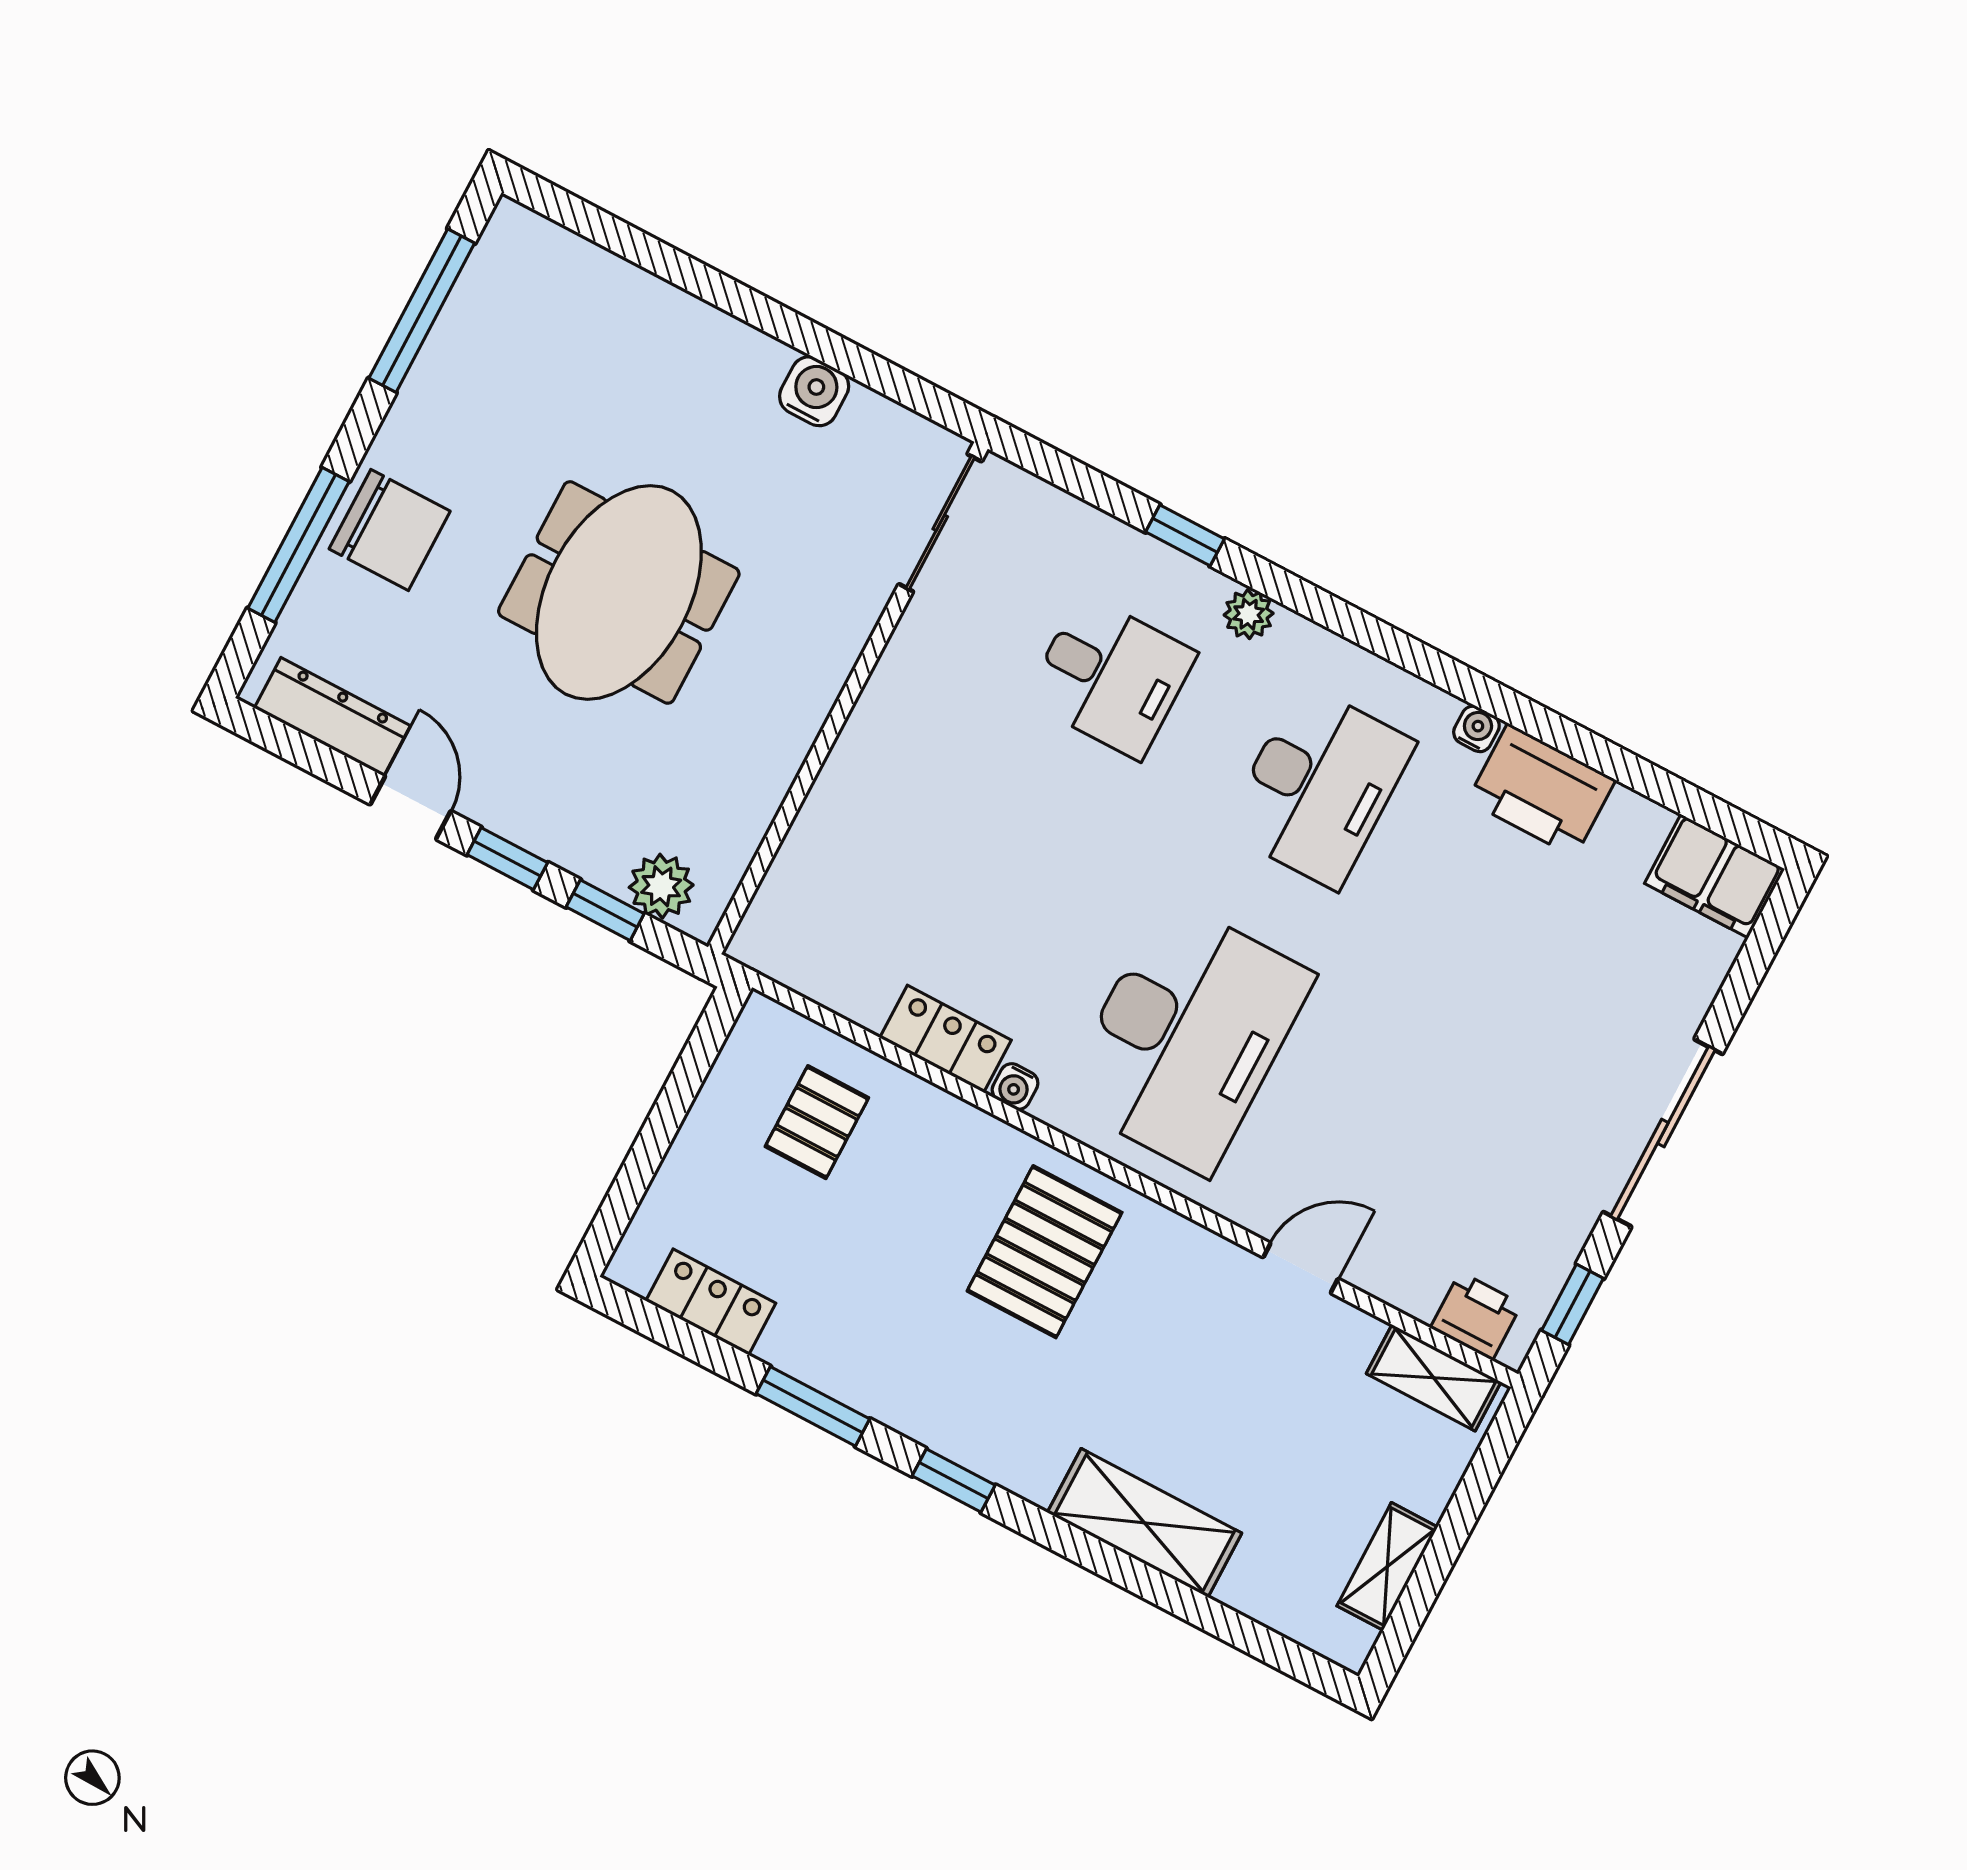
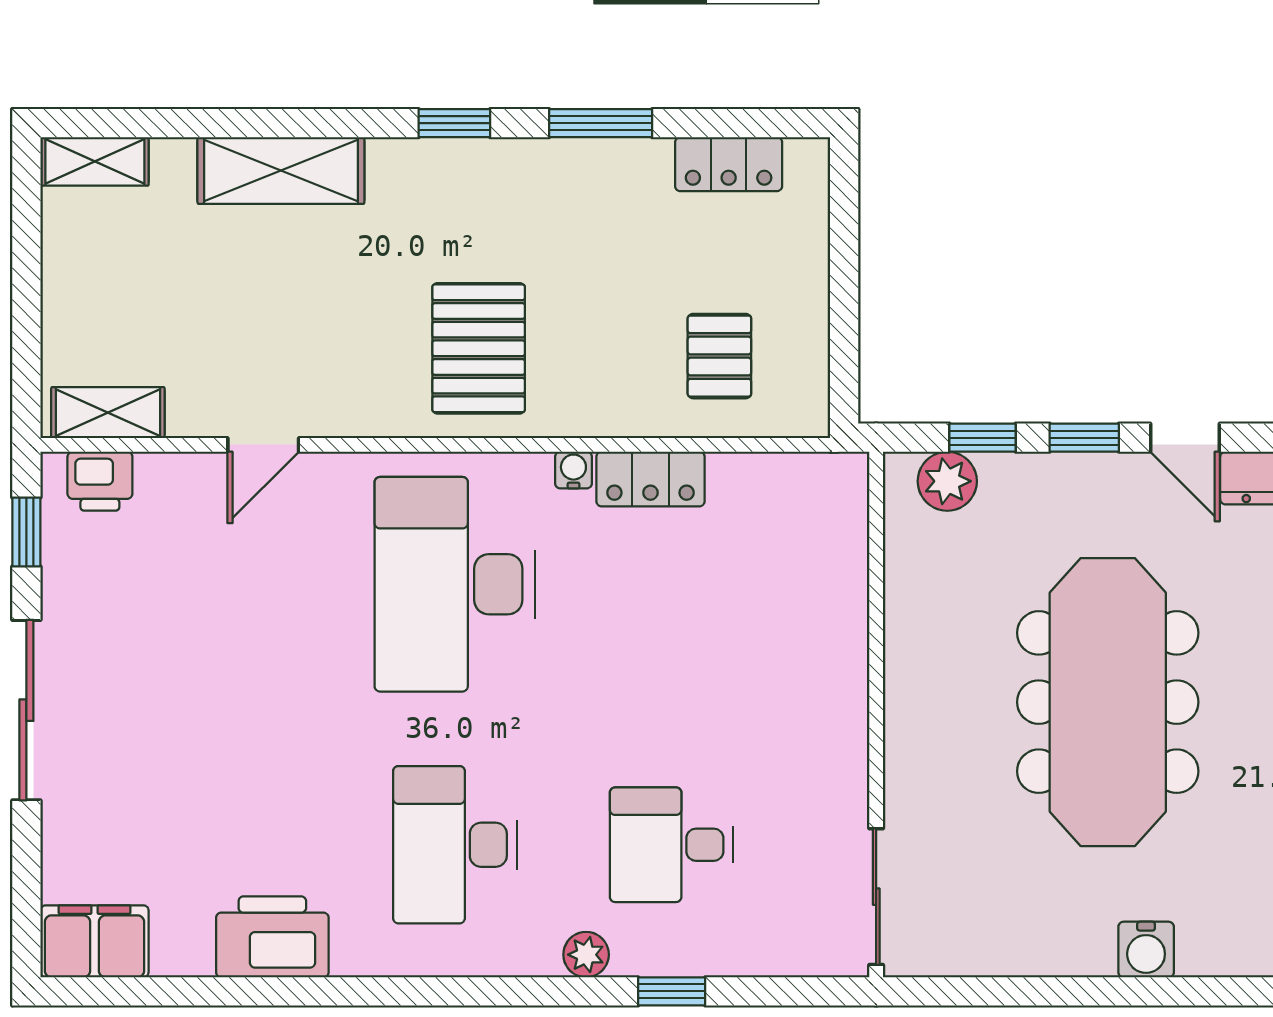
water cooler: (814, 391) -> (1146, 950), moved
meeting table: (619, 592) -> (1108, 702), width x1.36
water cooler: (1476, 729) -> (351, 959), removed
shelving: (1387, 1566) -> (95, 161), moved, turned 90

